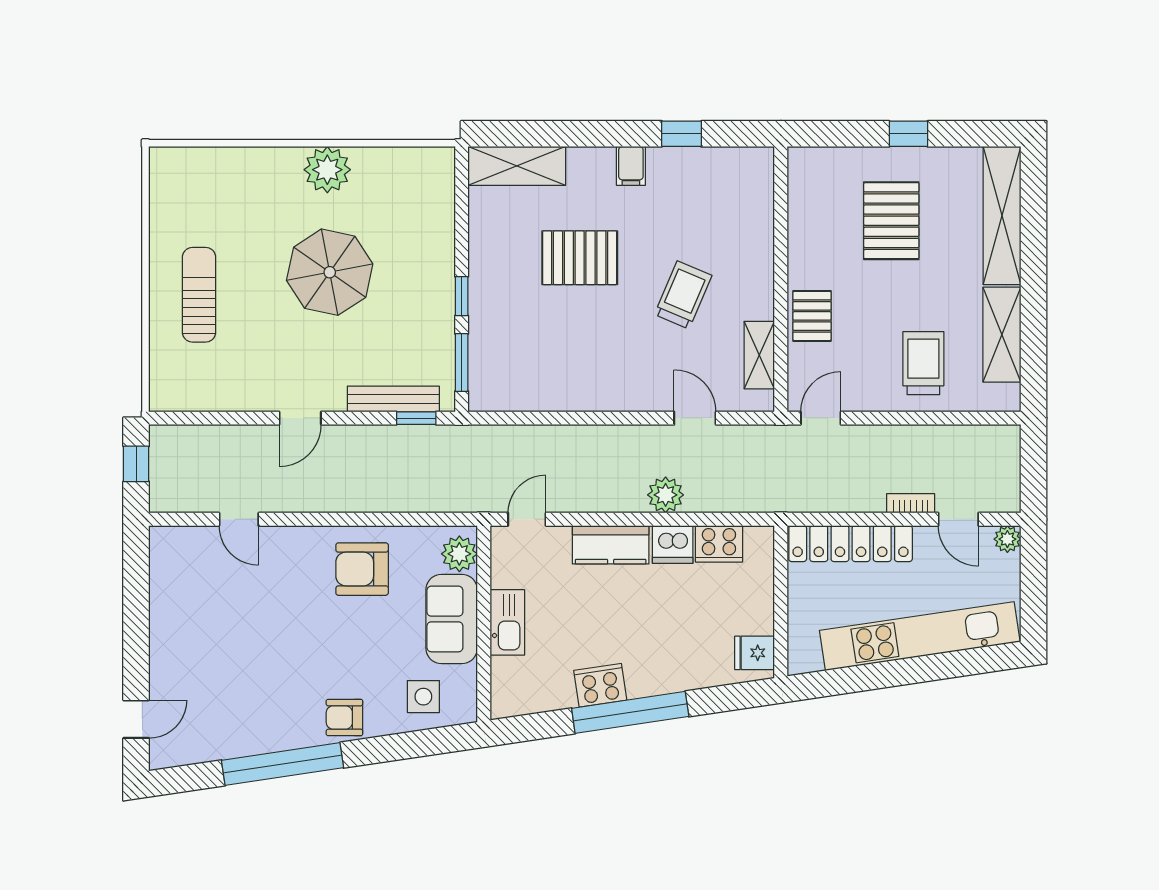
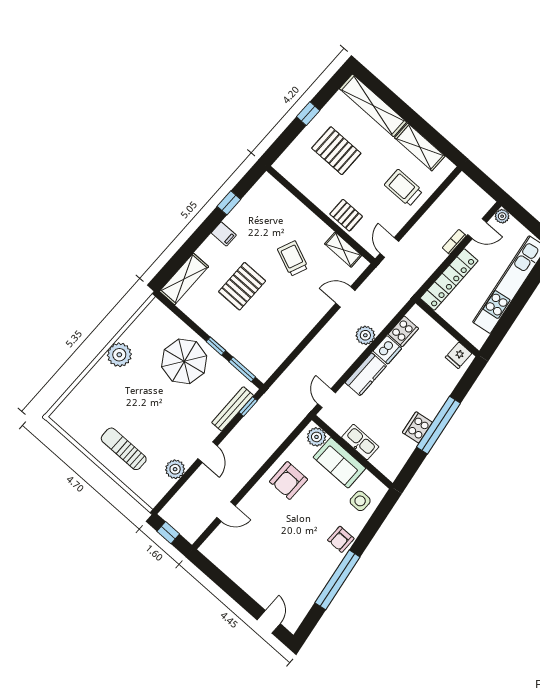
parasol: (330, 272) -> (184, 361), moved
plant: (235, 393) -> (175, 469), added

